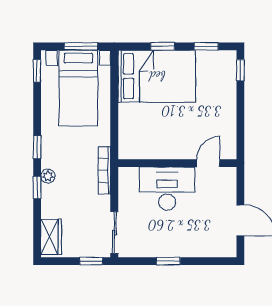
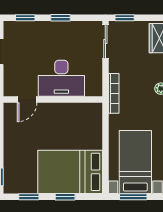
window: (210, 261) -> (25, 18), added

